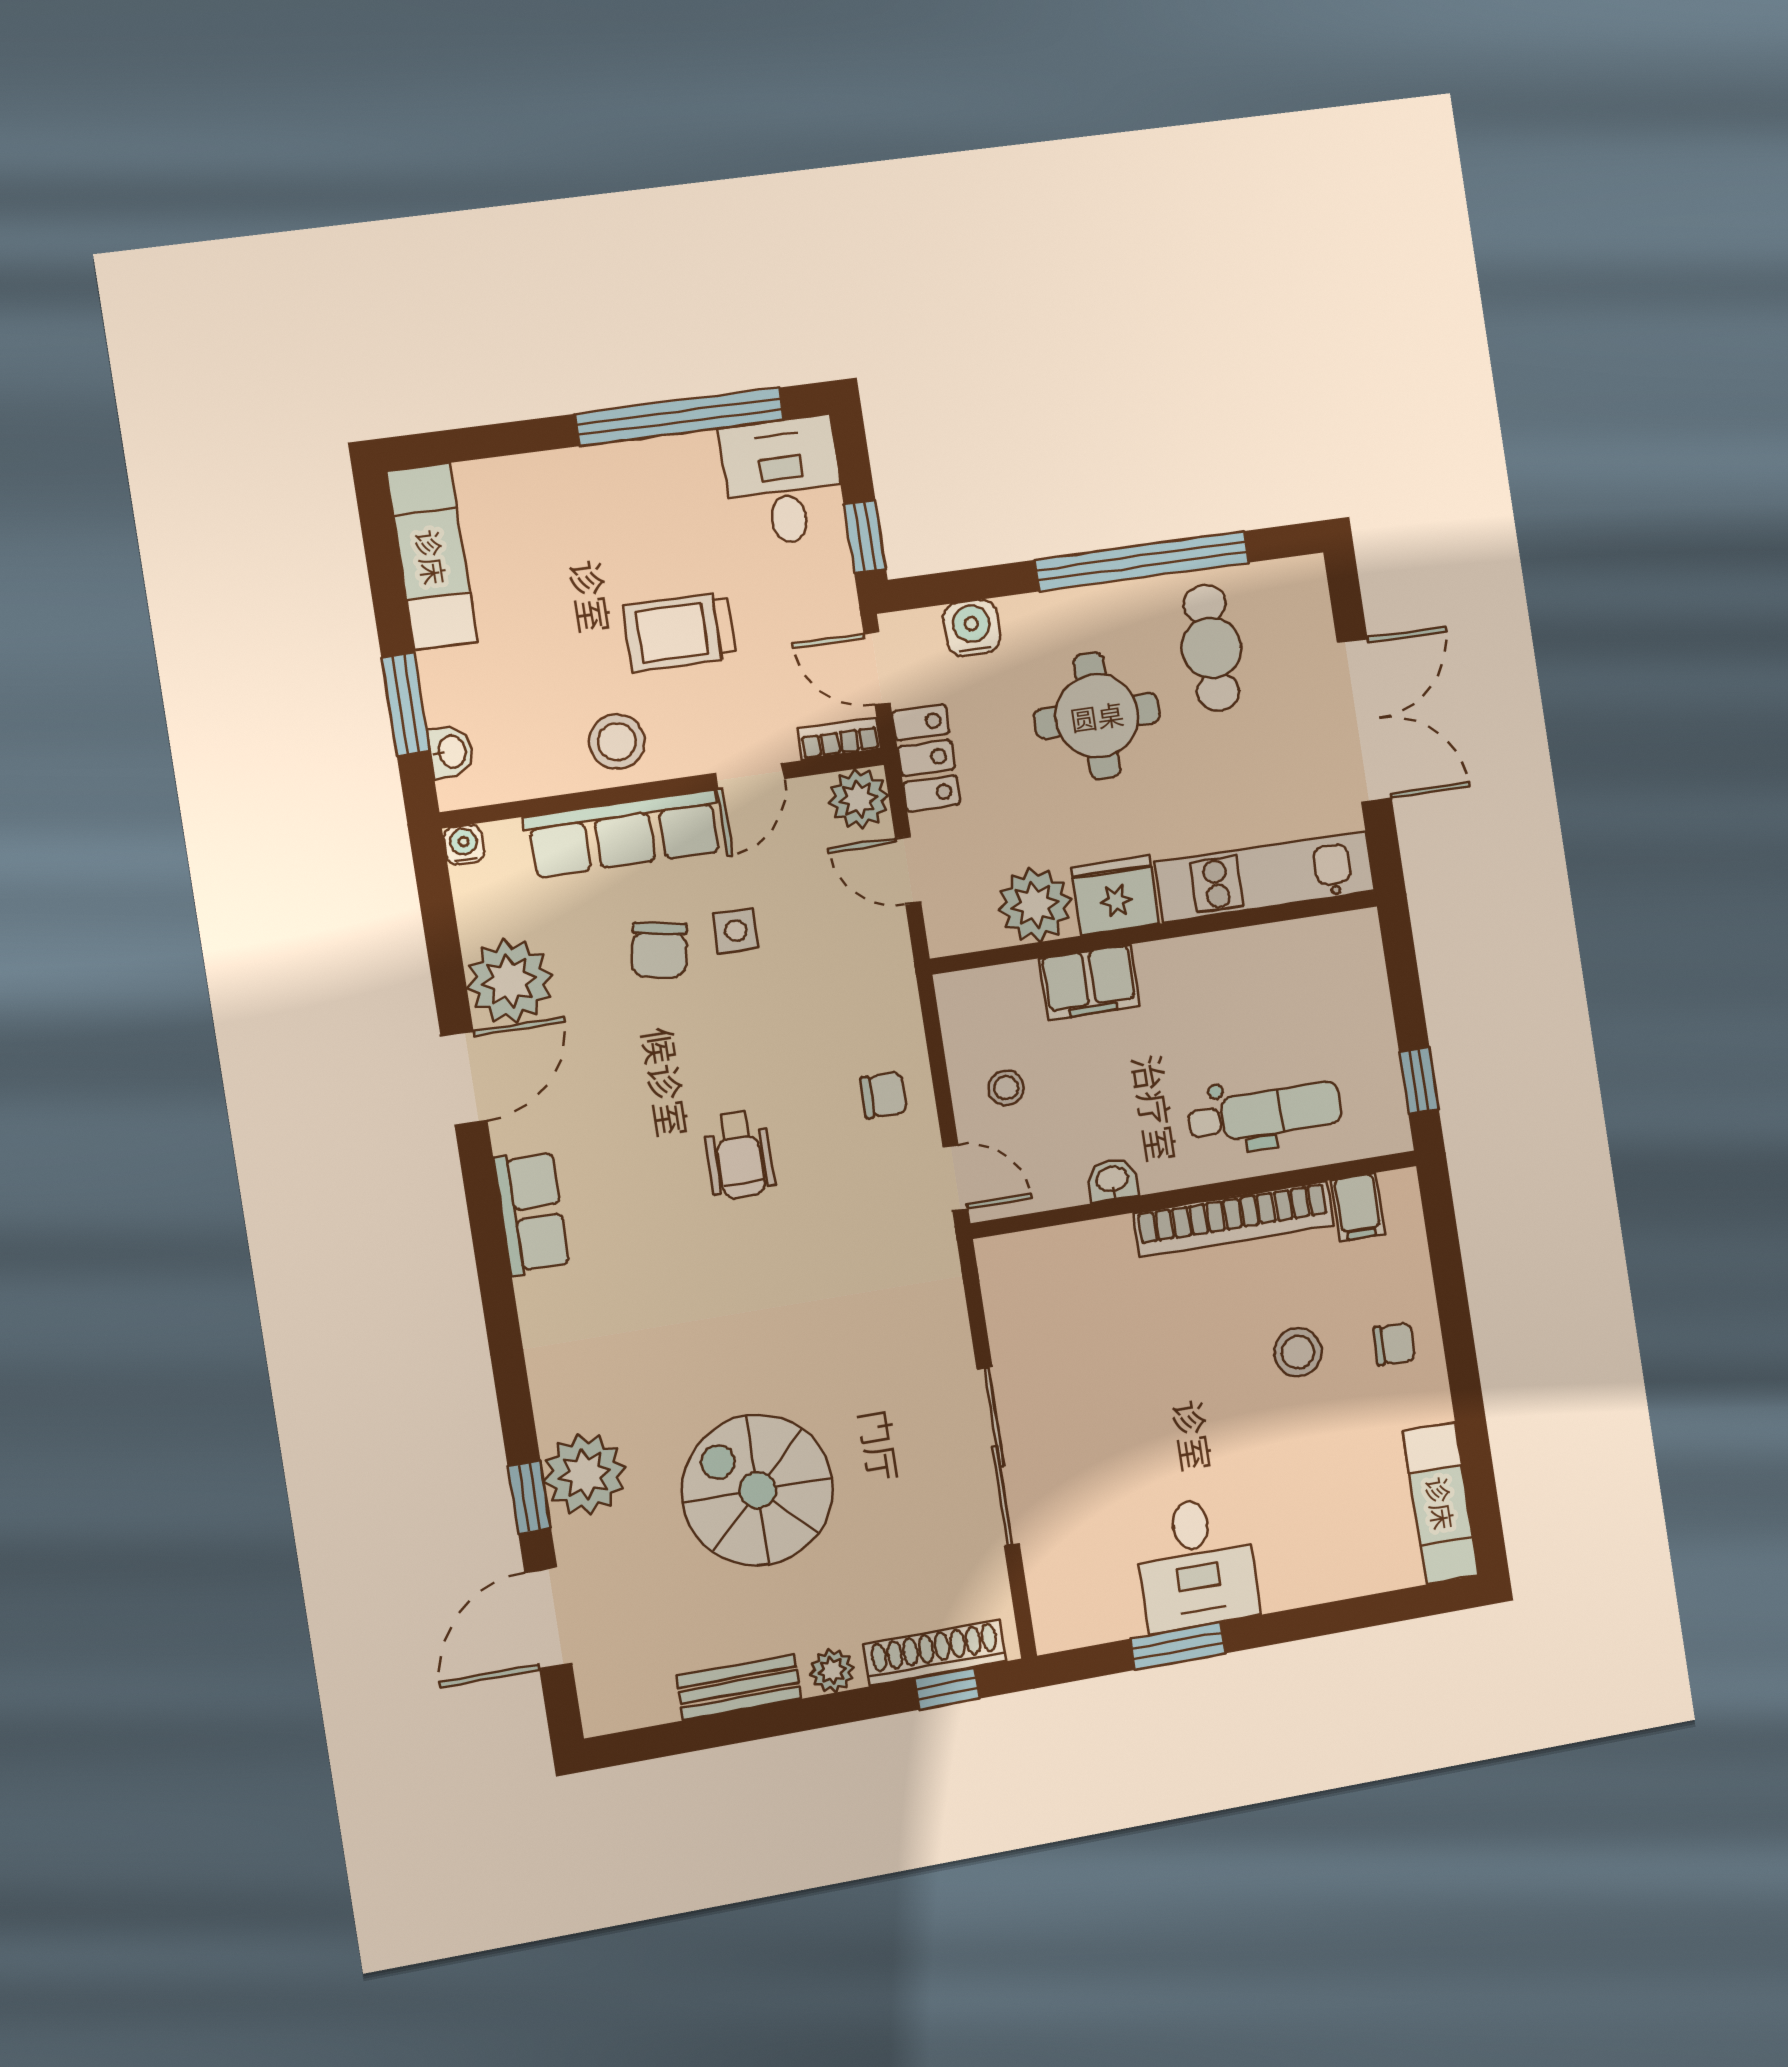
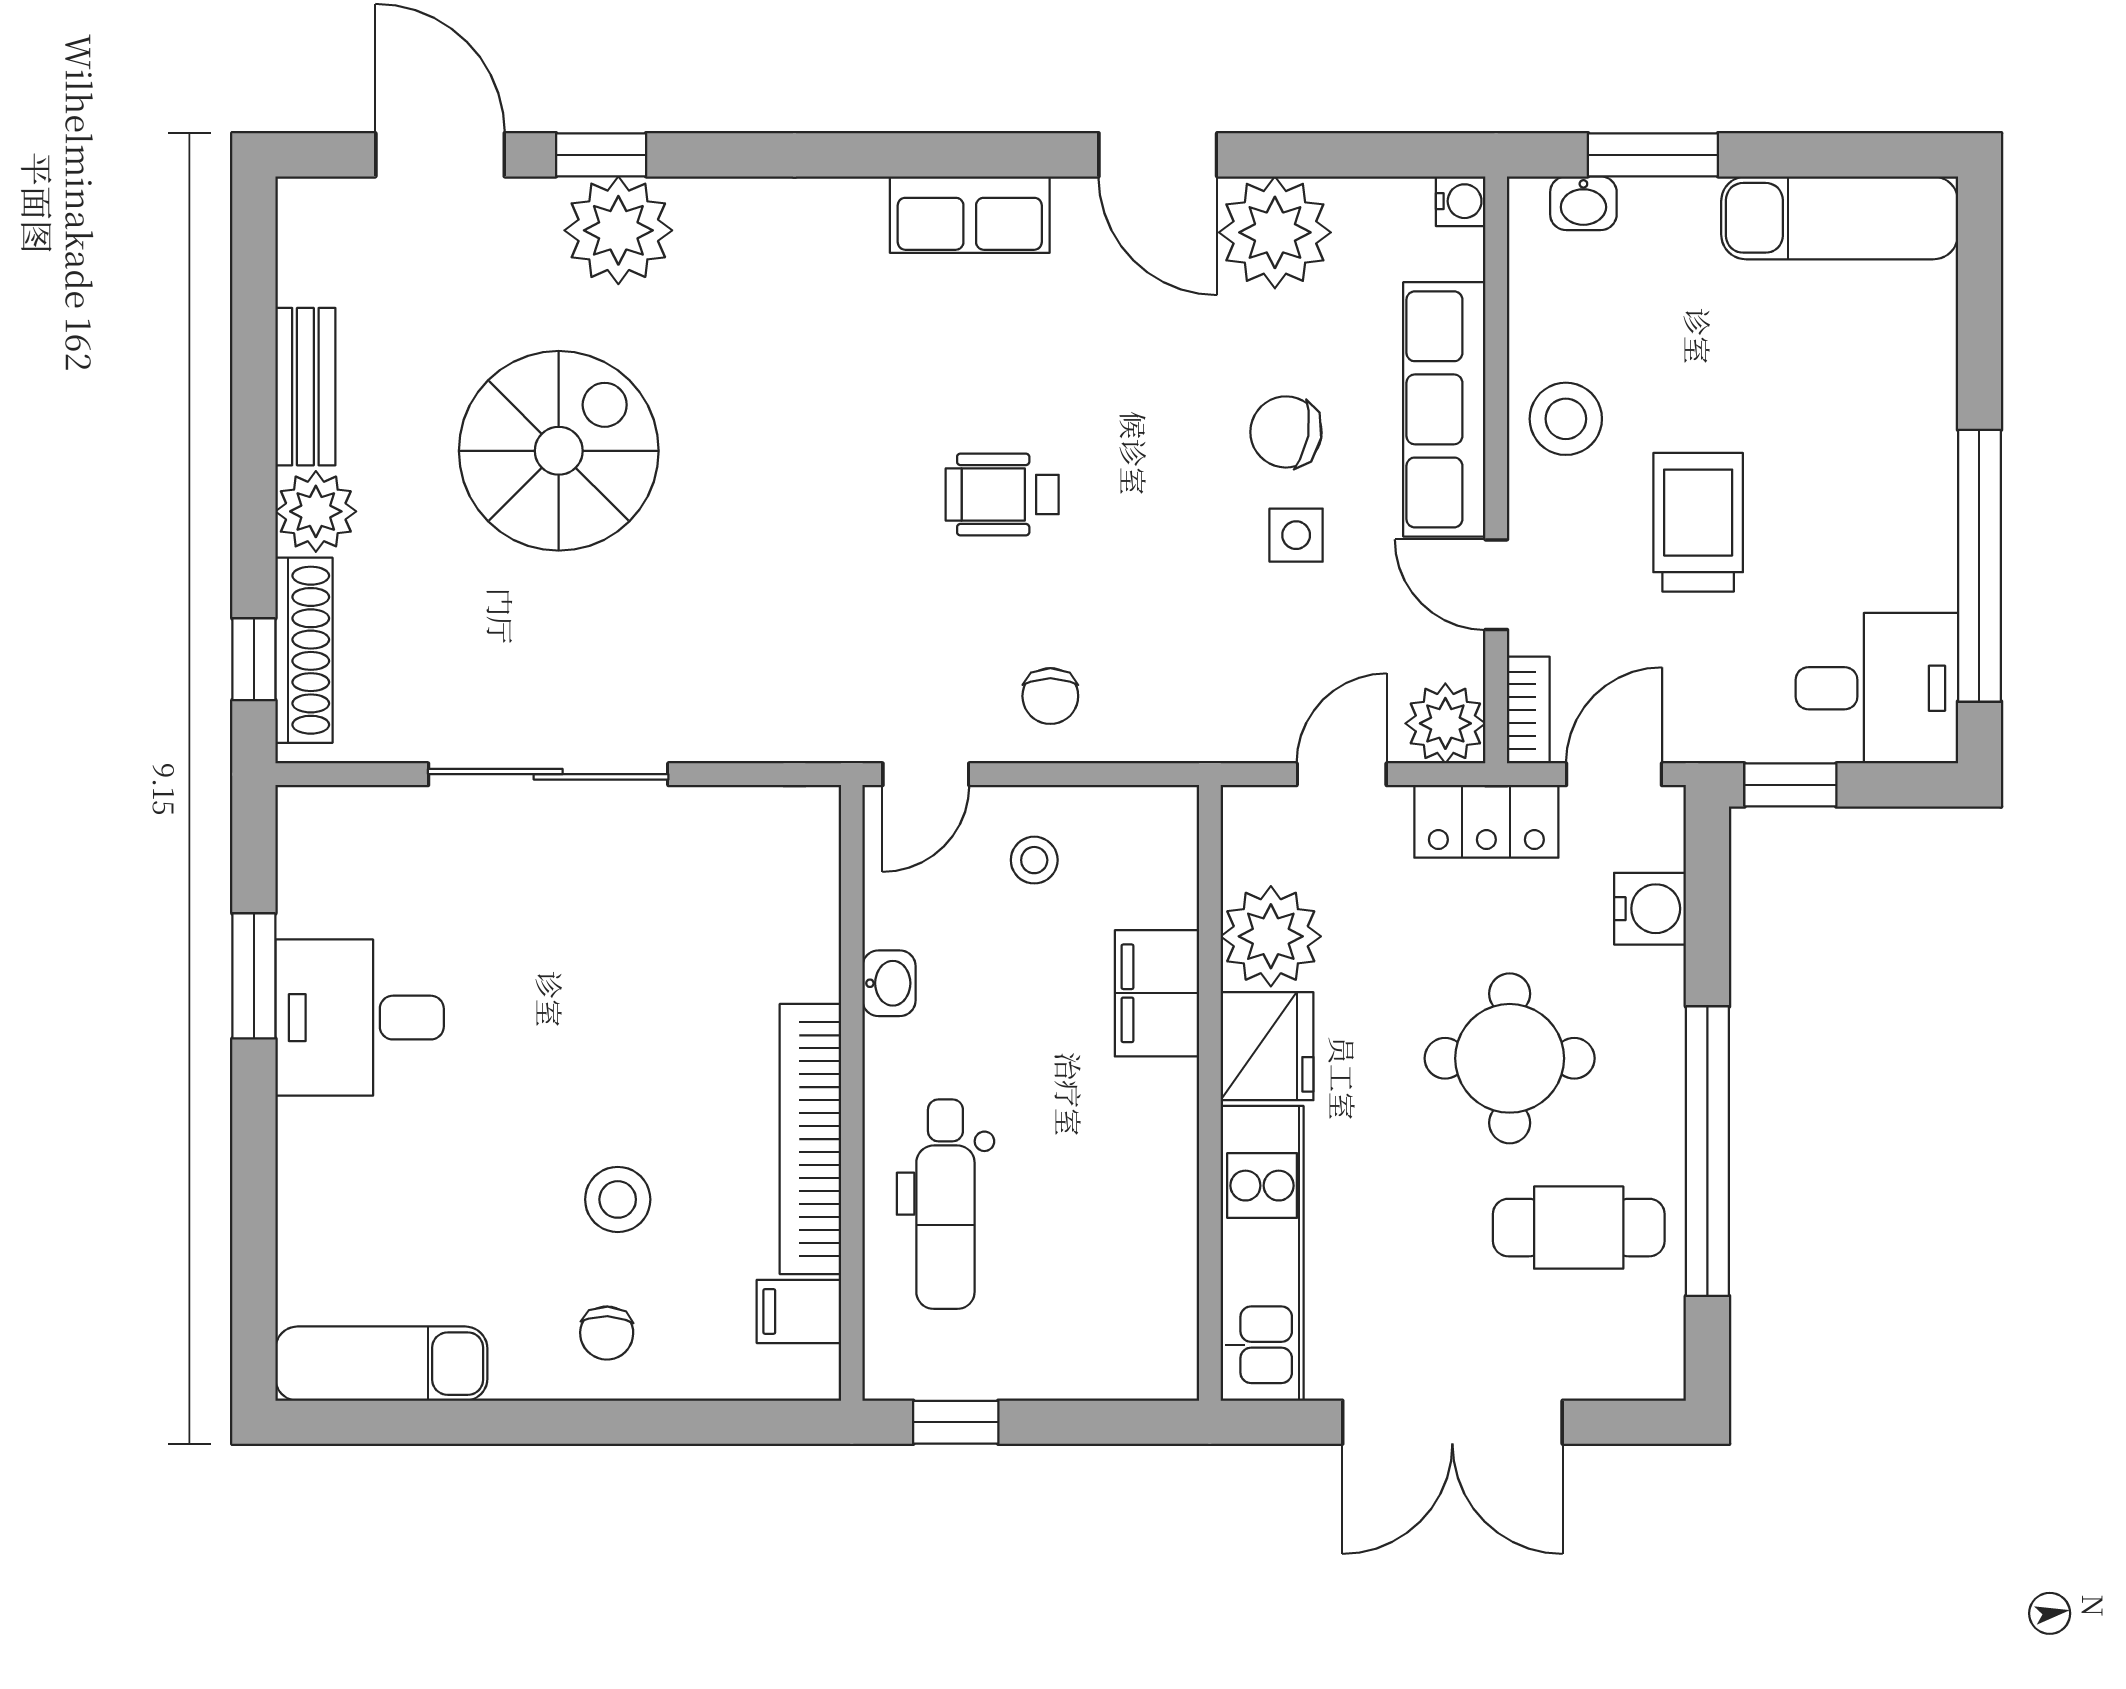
plant: (832, 1671) -> (316, 511), width x1.38, depth x1.38

